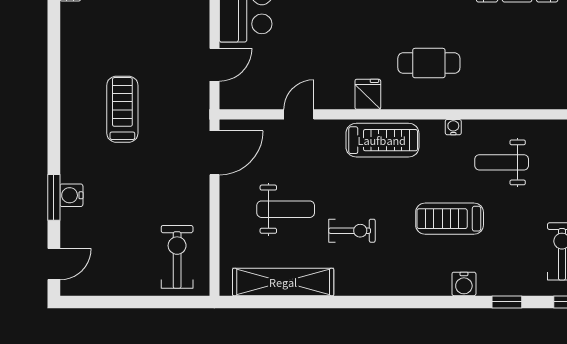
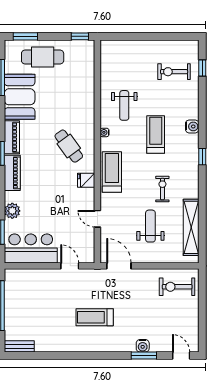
cafe table: (429, 63) -> (69, 146), turned -36
treadmill: (450, 219) -> (156, 135), turned 180
window: (507, 302) -> (202, 157), moved

